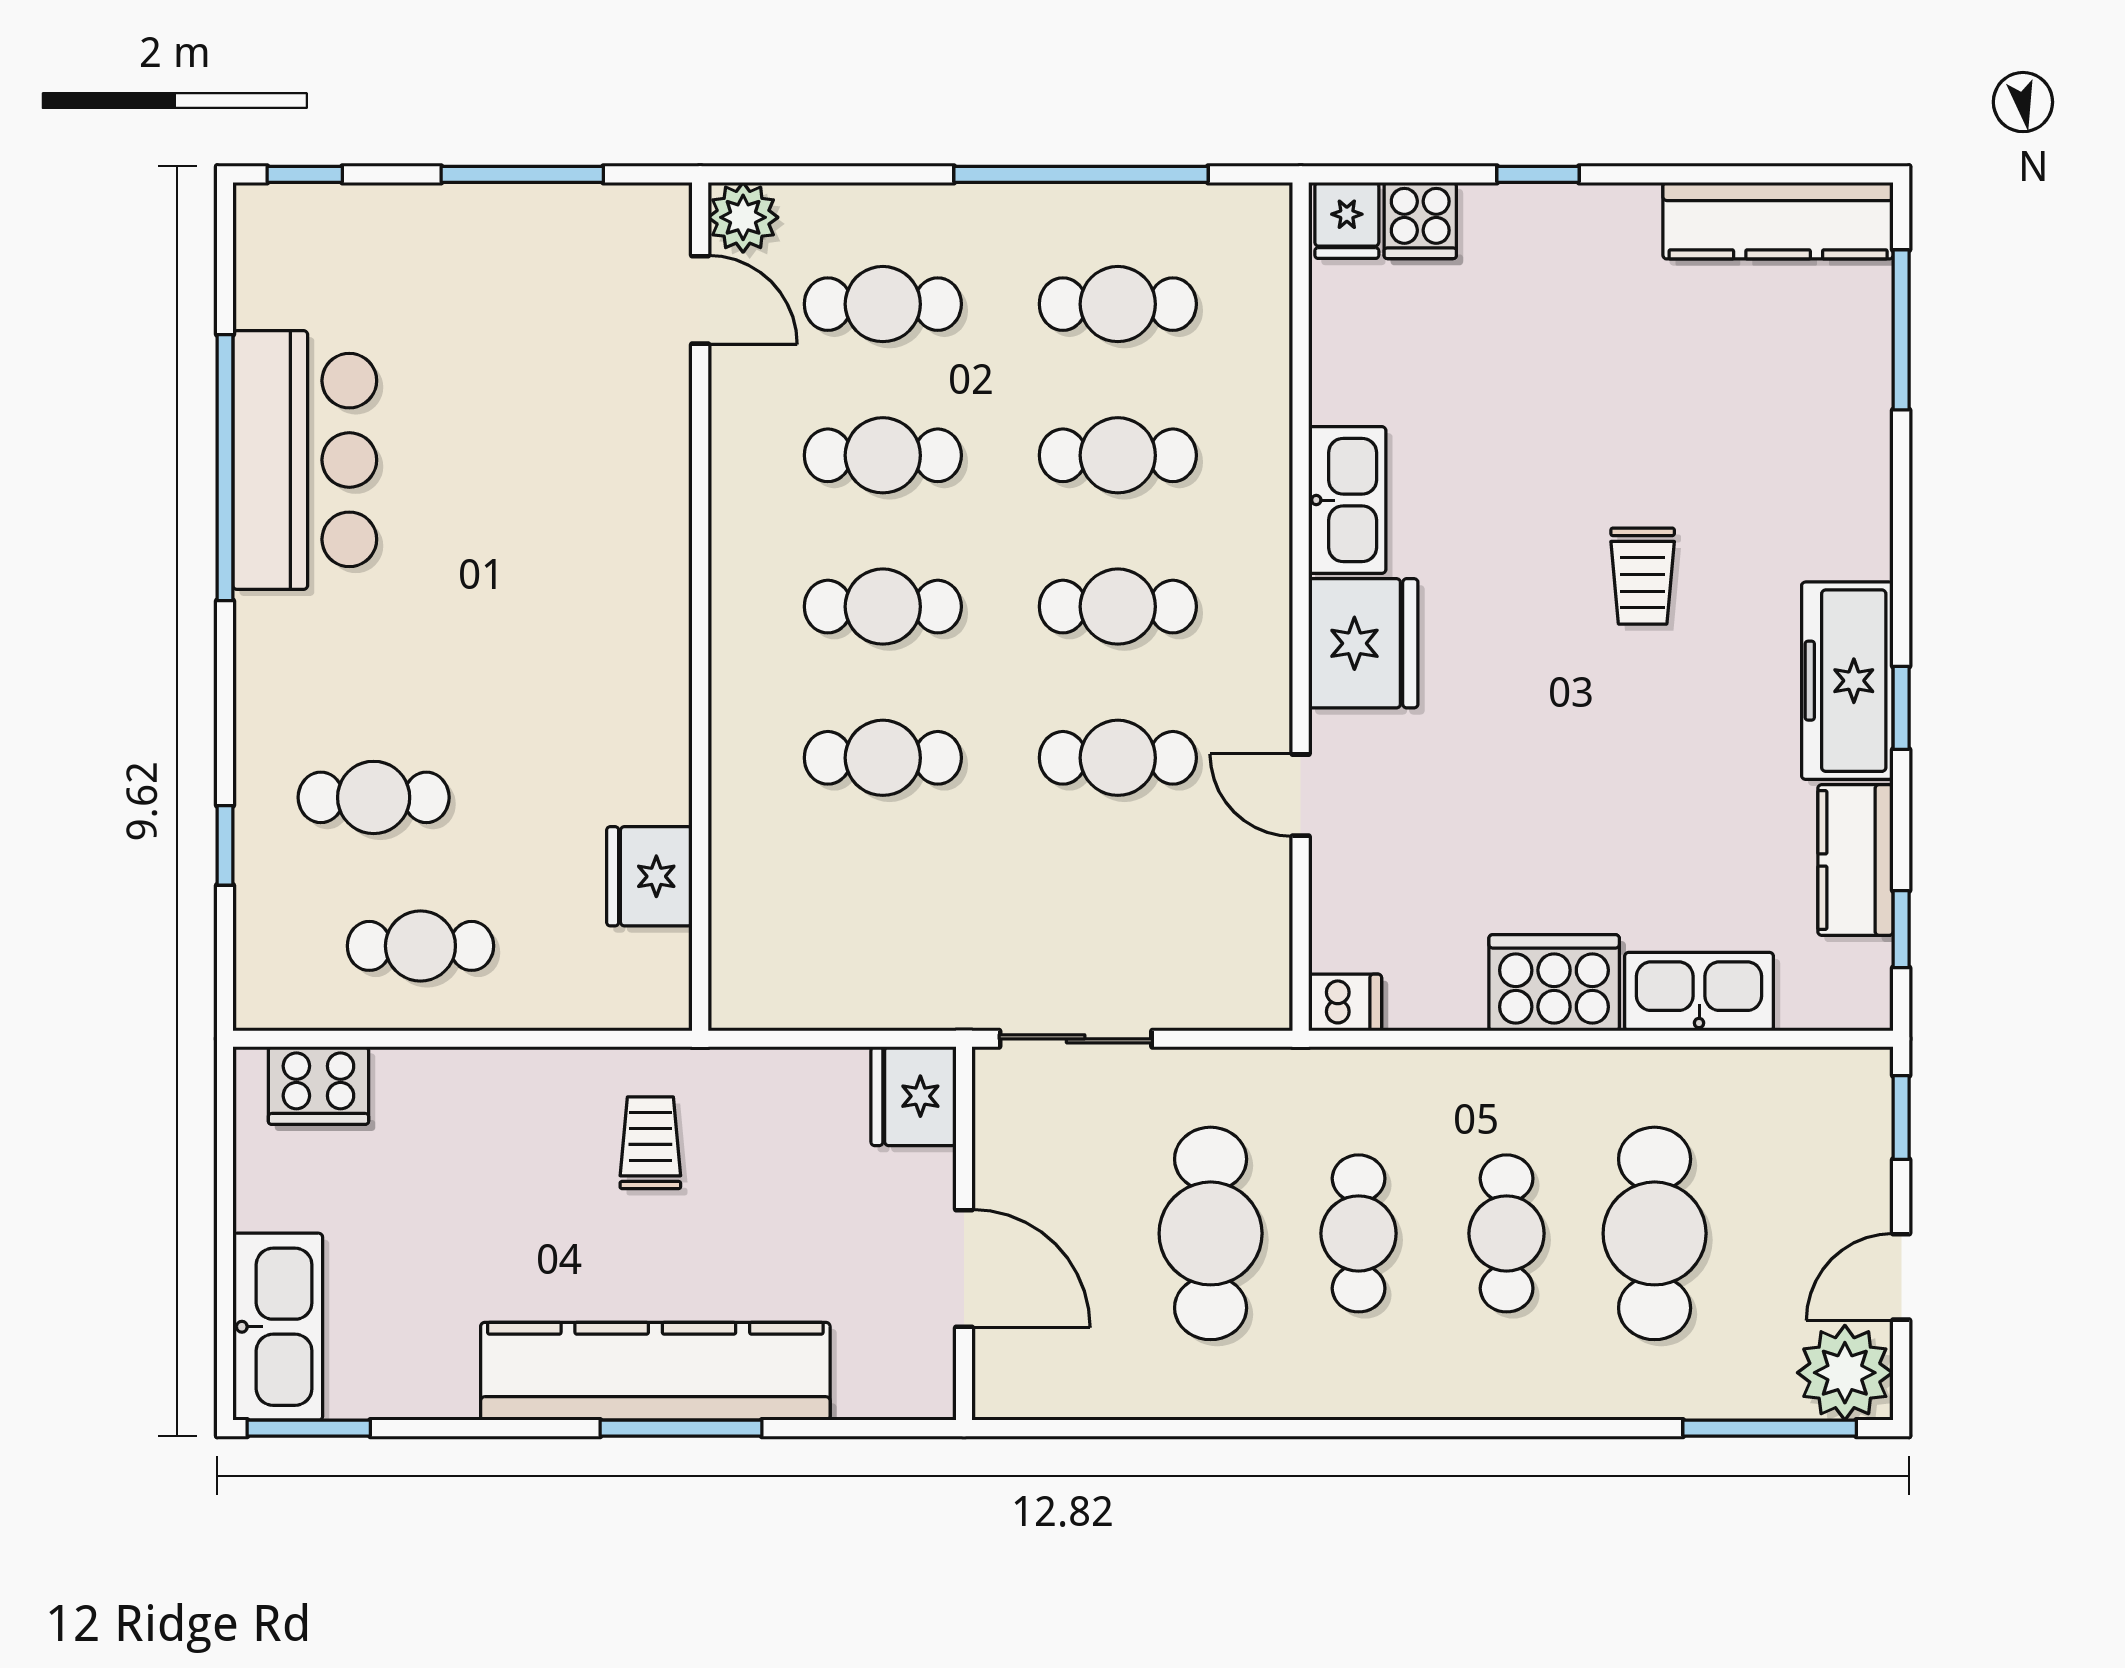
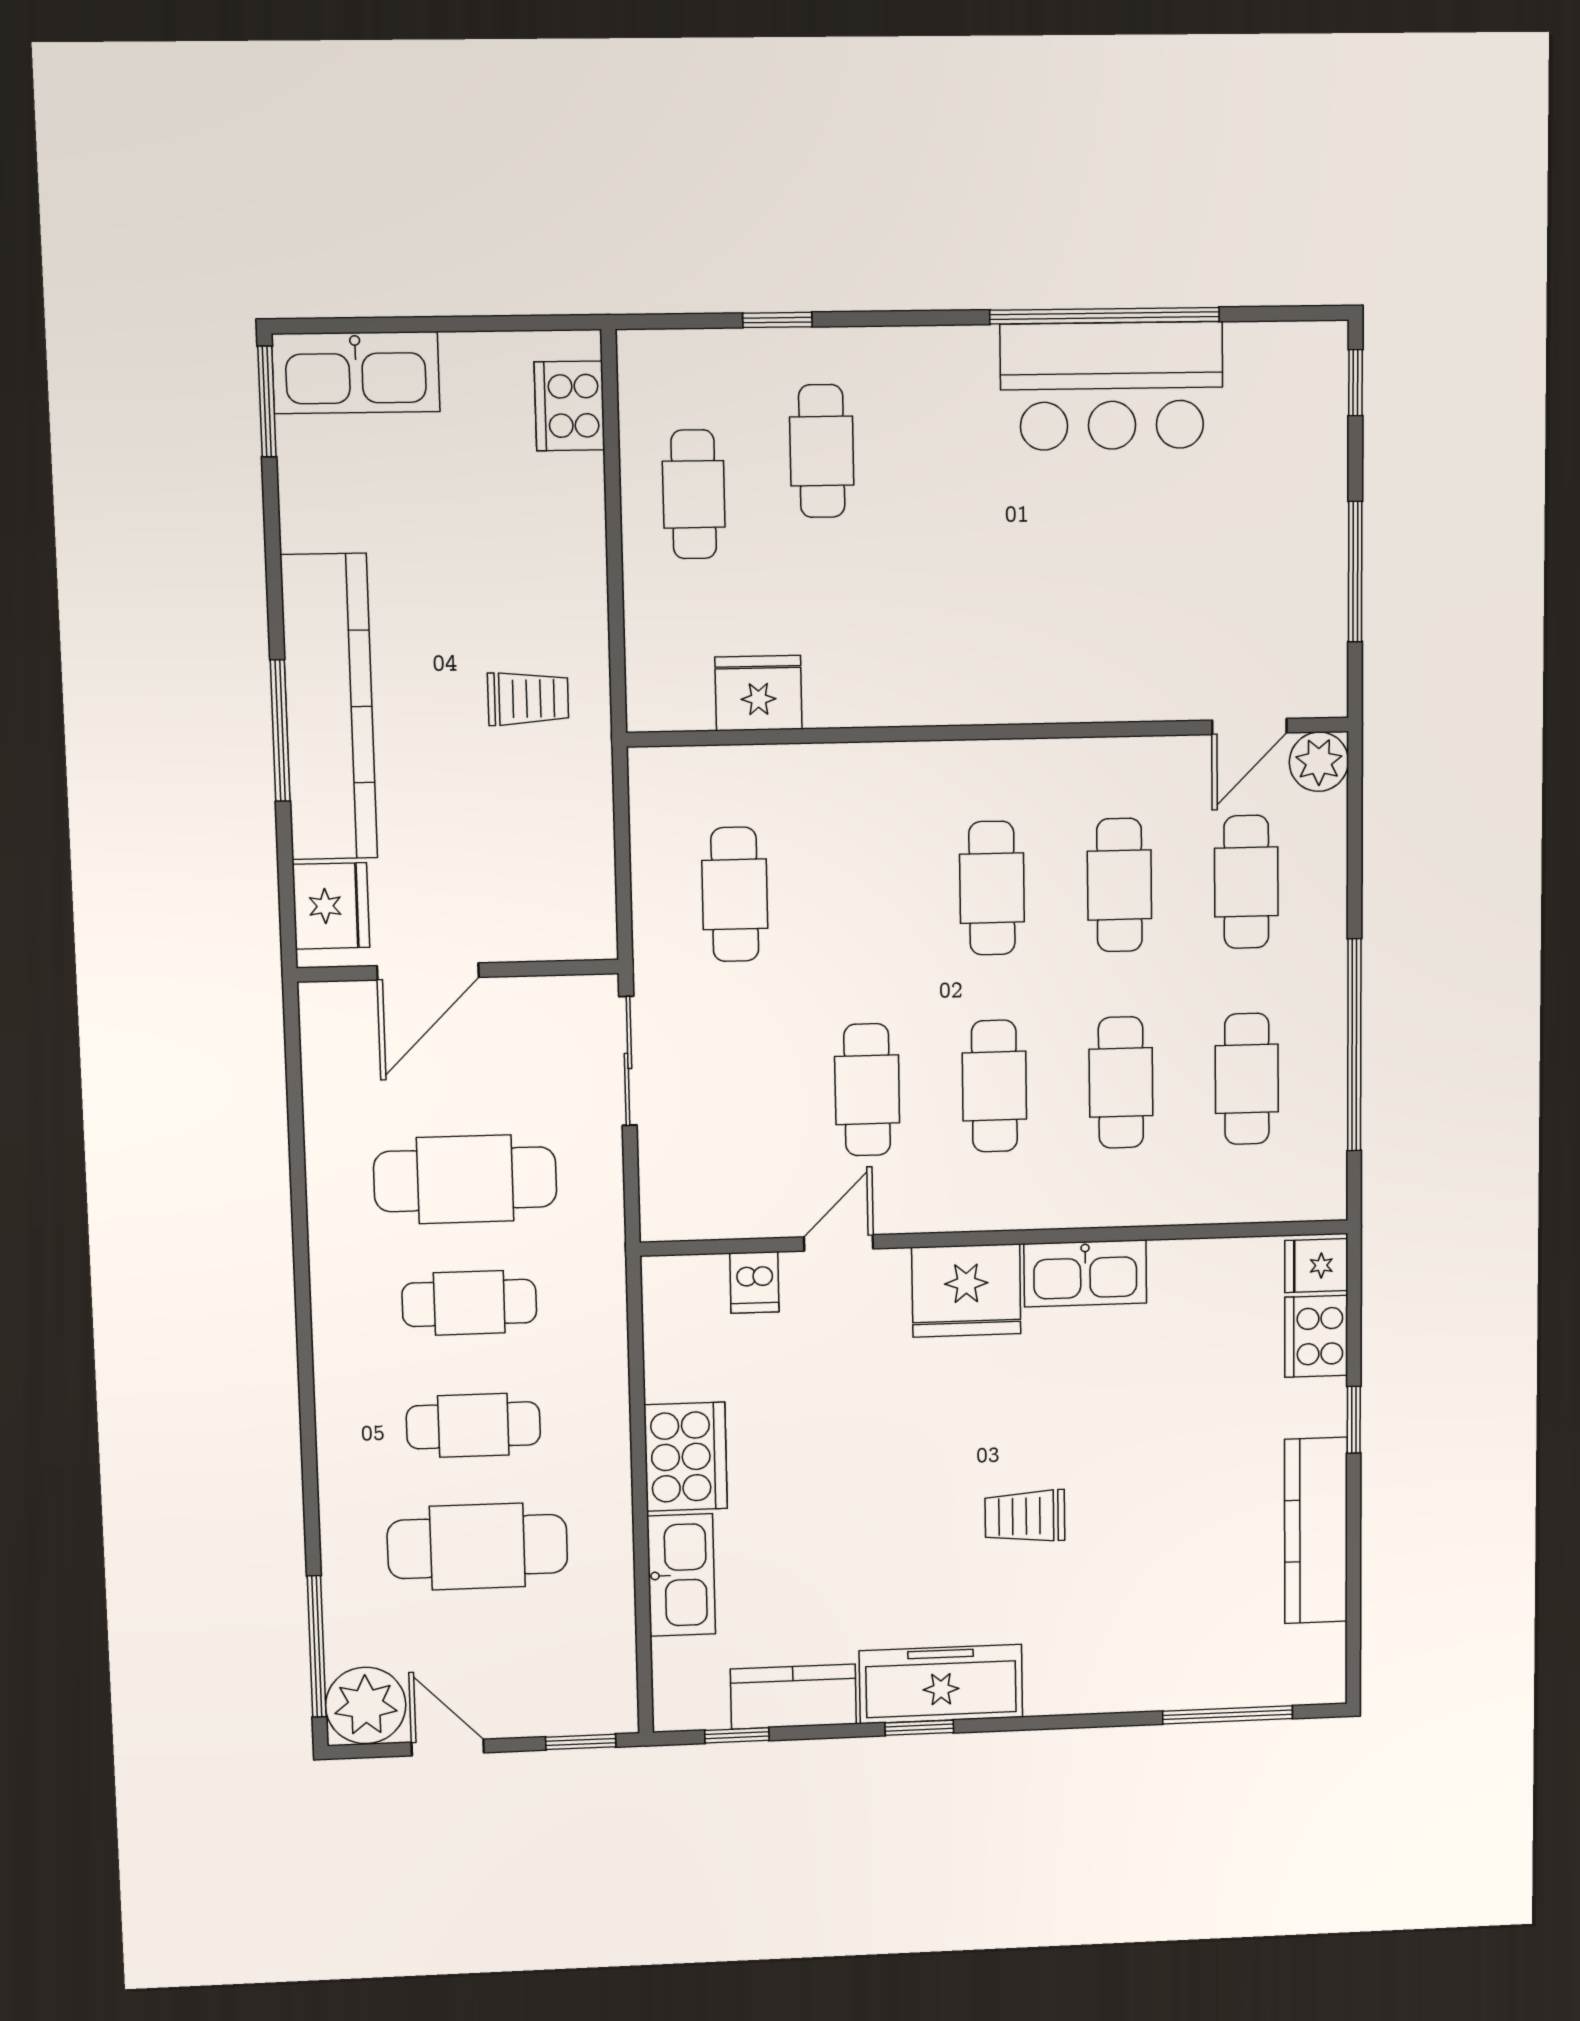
cooker: (1420, 220) -> (1316, 1336), width x1.36
kitchen counter: (1778, 221) -> (1316, 1530), moved
cafe table: (883, 758) -> (735, 894), moved
dishwasher: (1345, 1003) -> (754, 1282), moved
fridge: (914, 1096) -> (331, 906), moved, turned 90

